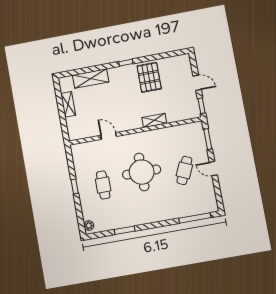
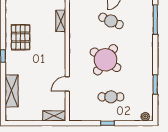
pallet: (149, 77) -> (21, 37), turned 90
shelving: (68, 104) -> (54, 116), moved
shelving: (154, 120) -> (61, 21), moved
round table: (142, 172) -> (105, 60), turned 35

